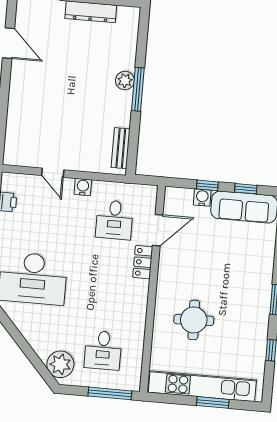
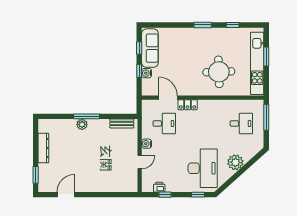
round table: (194, 320) -> (219, 72), width x1.36, depth x1.36
plant: (60, 364) -> (235, 162), moved

